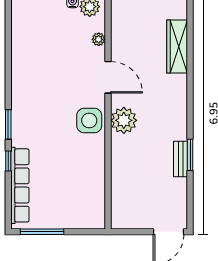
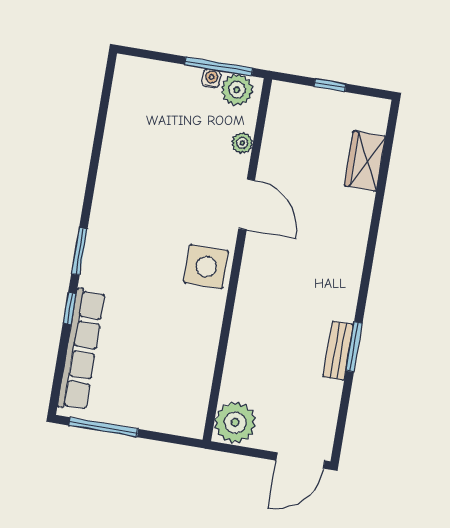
wardrobe: (177, 47) -> (365, 161), width x0.67
plant: (124, 120) -> (235, 423), moved

